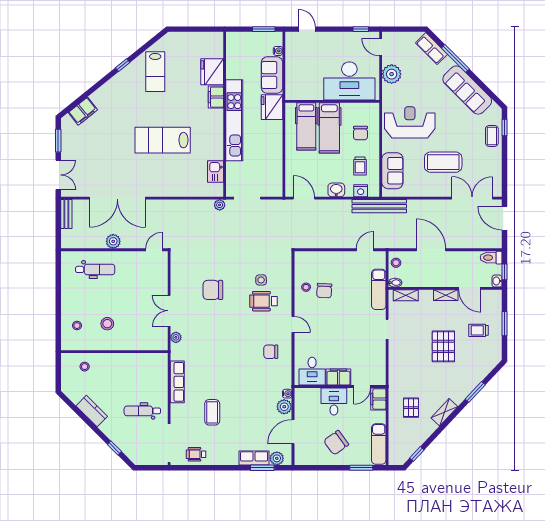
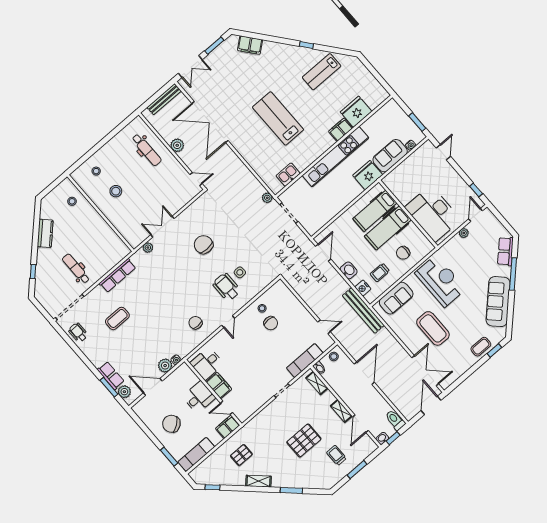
plant: (392, 74) -> (464, 233), width x0.53, depth x0.53
bench: (66, 214) -> (164, 99), width x1.36
chair: (324, 291) -> (271, 323), turned -93

